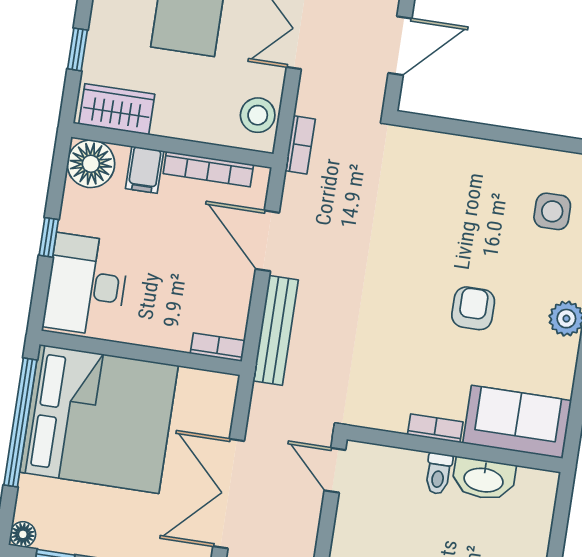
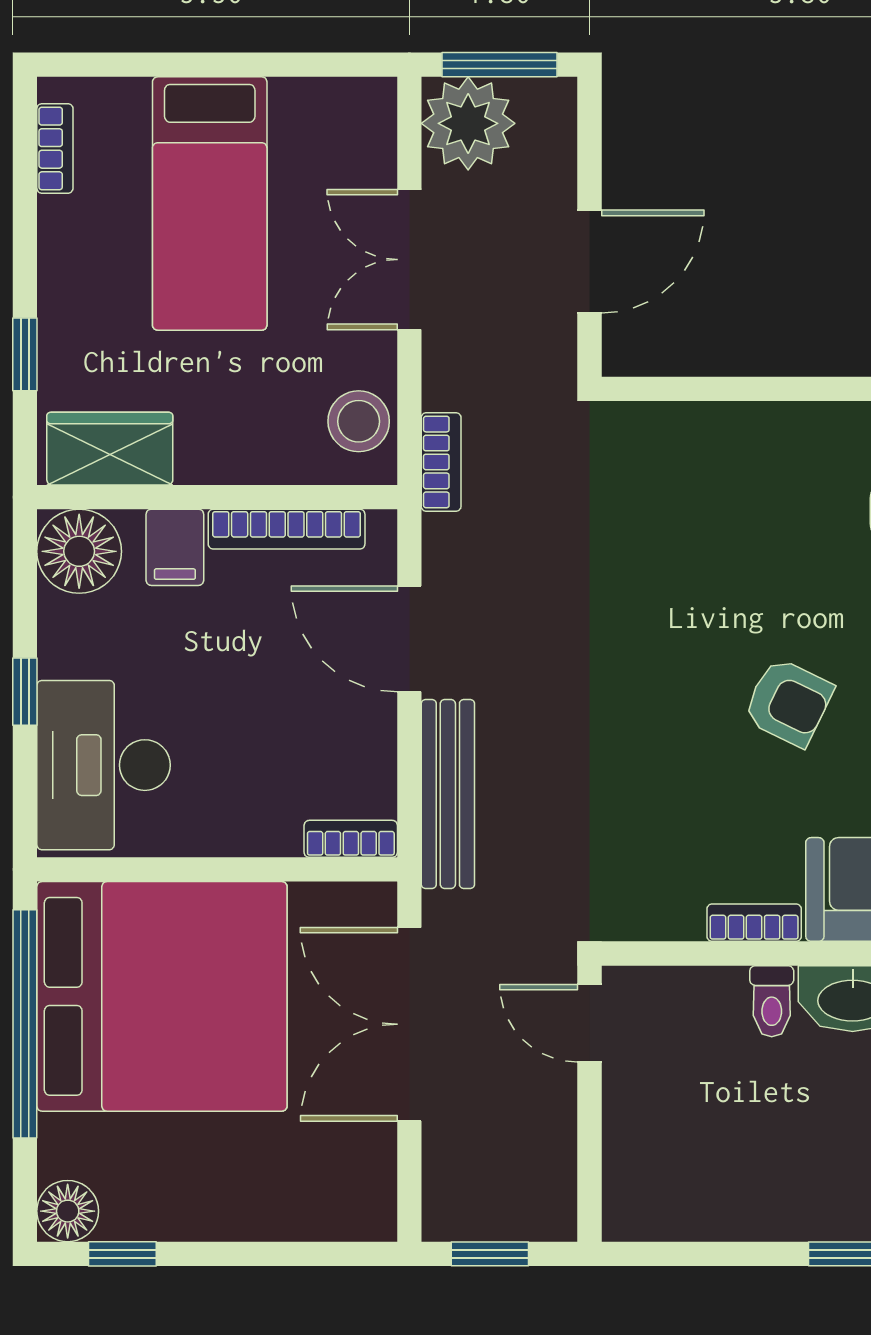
armchair: (473, 308) -> (788, 702), turned 116
double door: (229, 494) -> (409, 1024), moved
floor lamp: (23, 534) -> (68, 1211), width x1.37, depth x1.37

